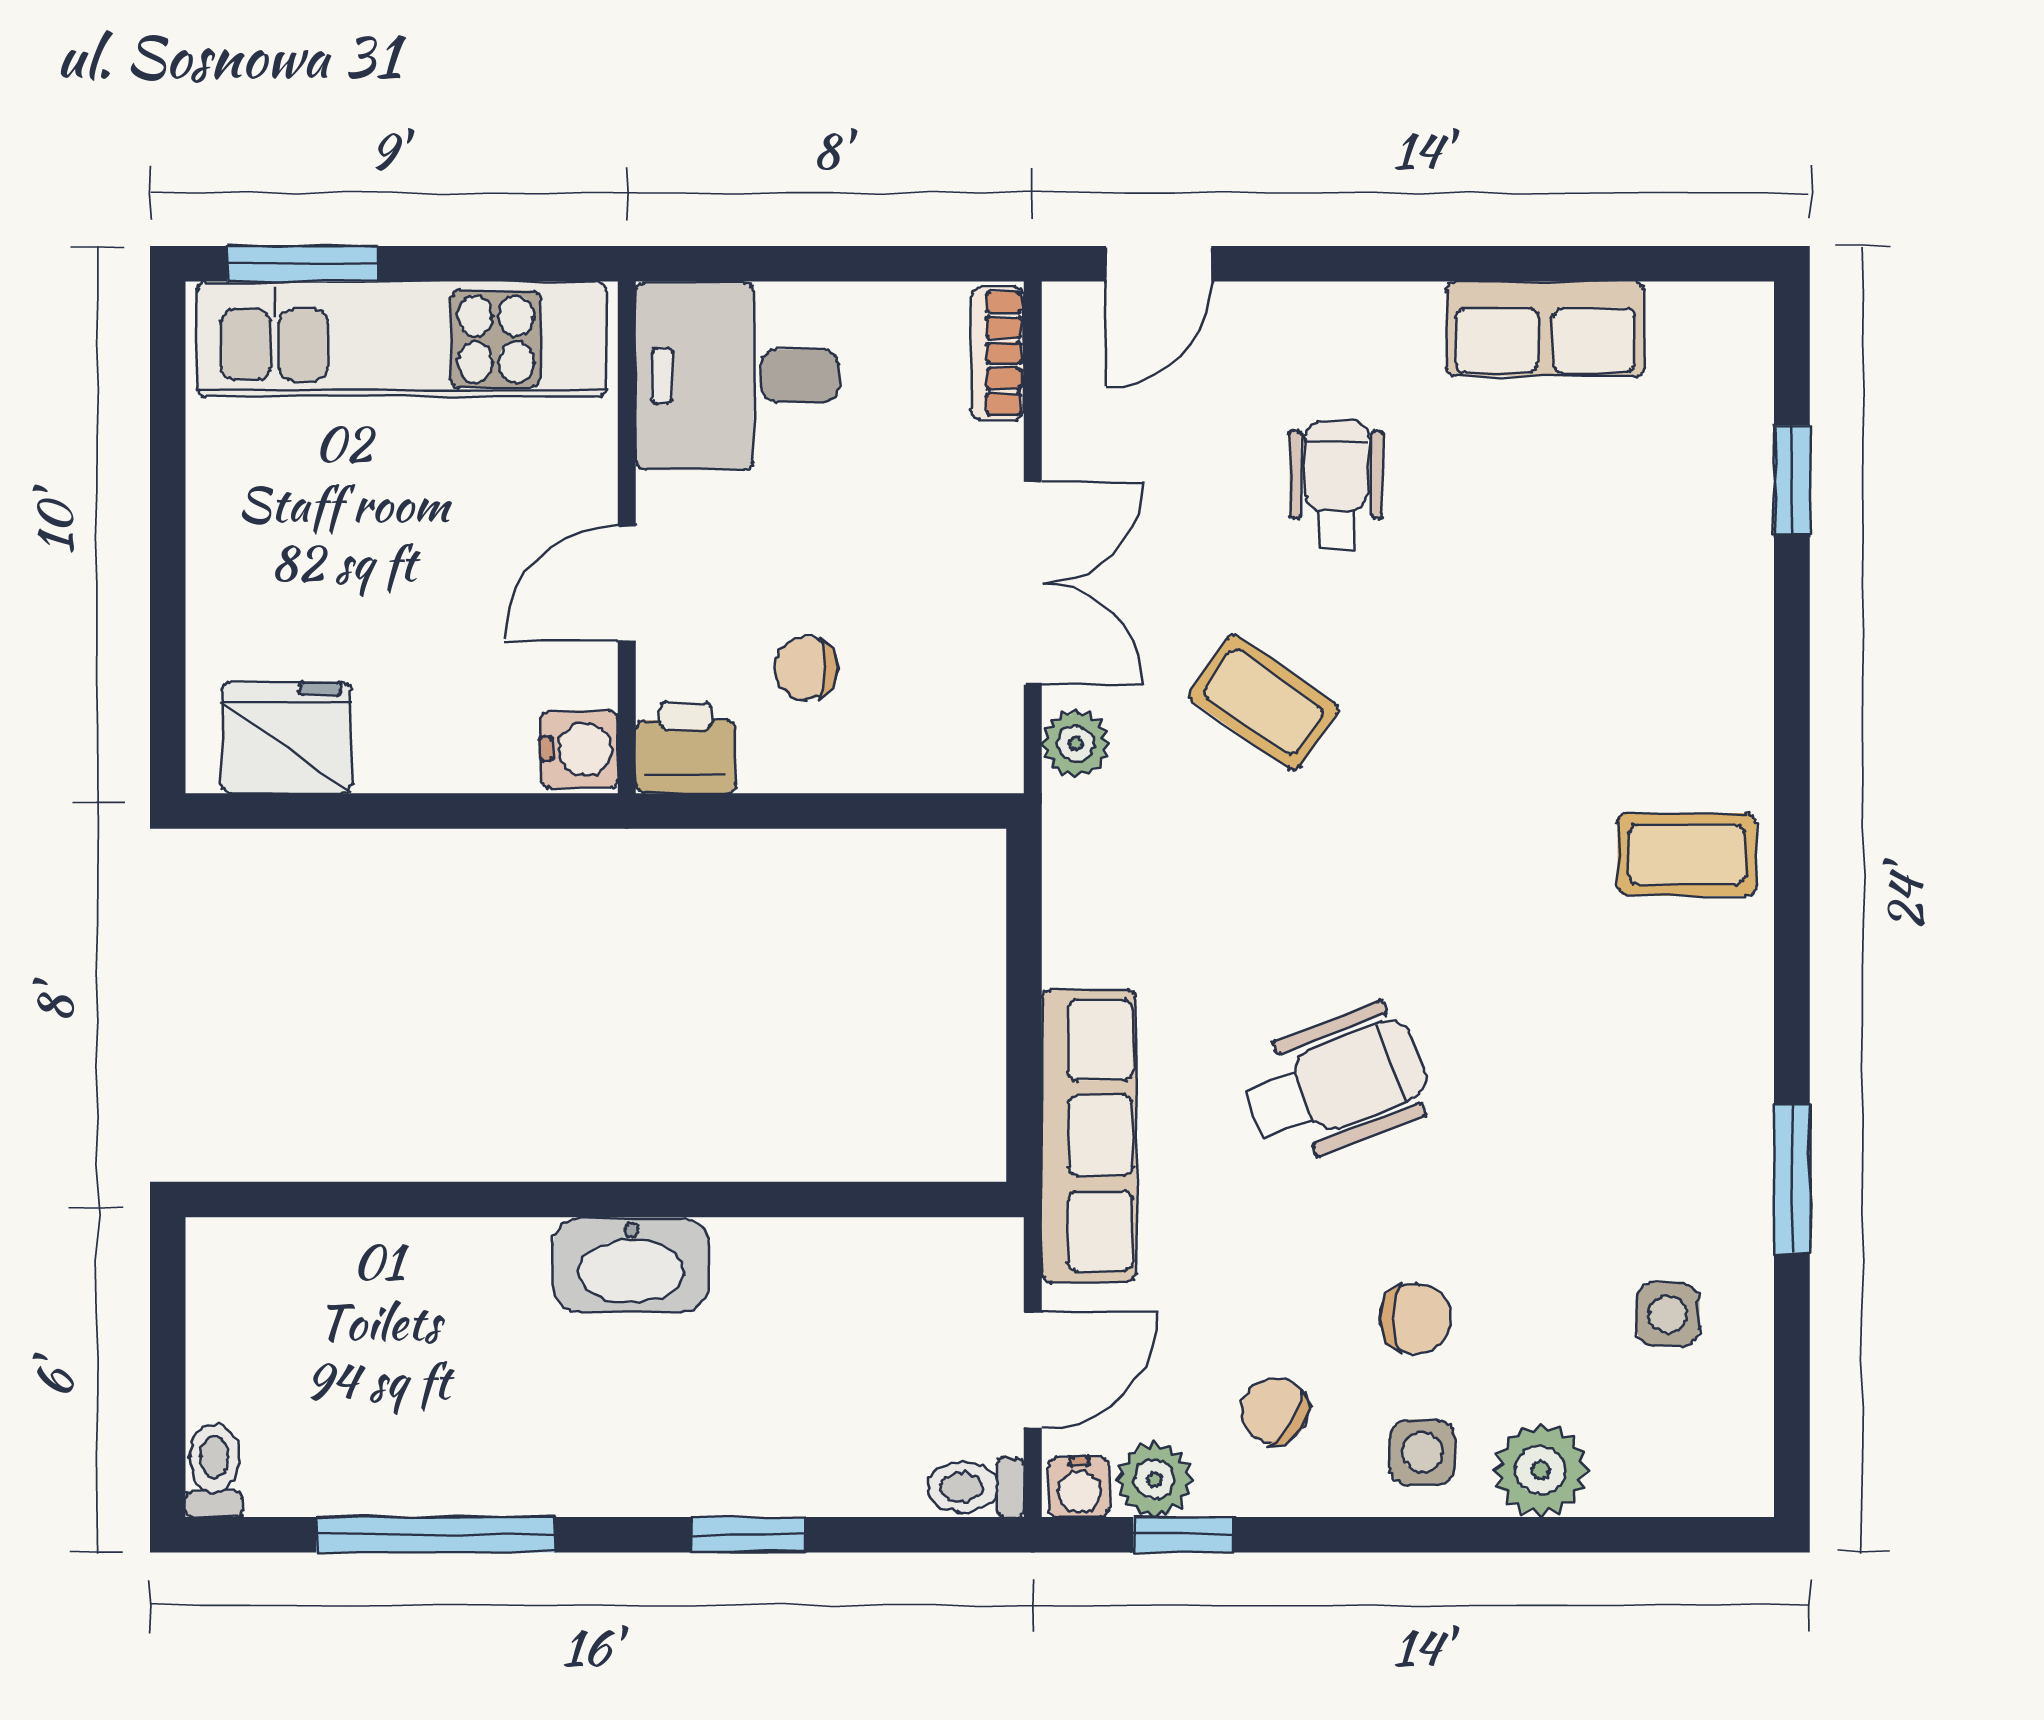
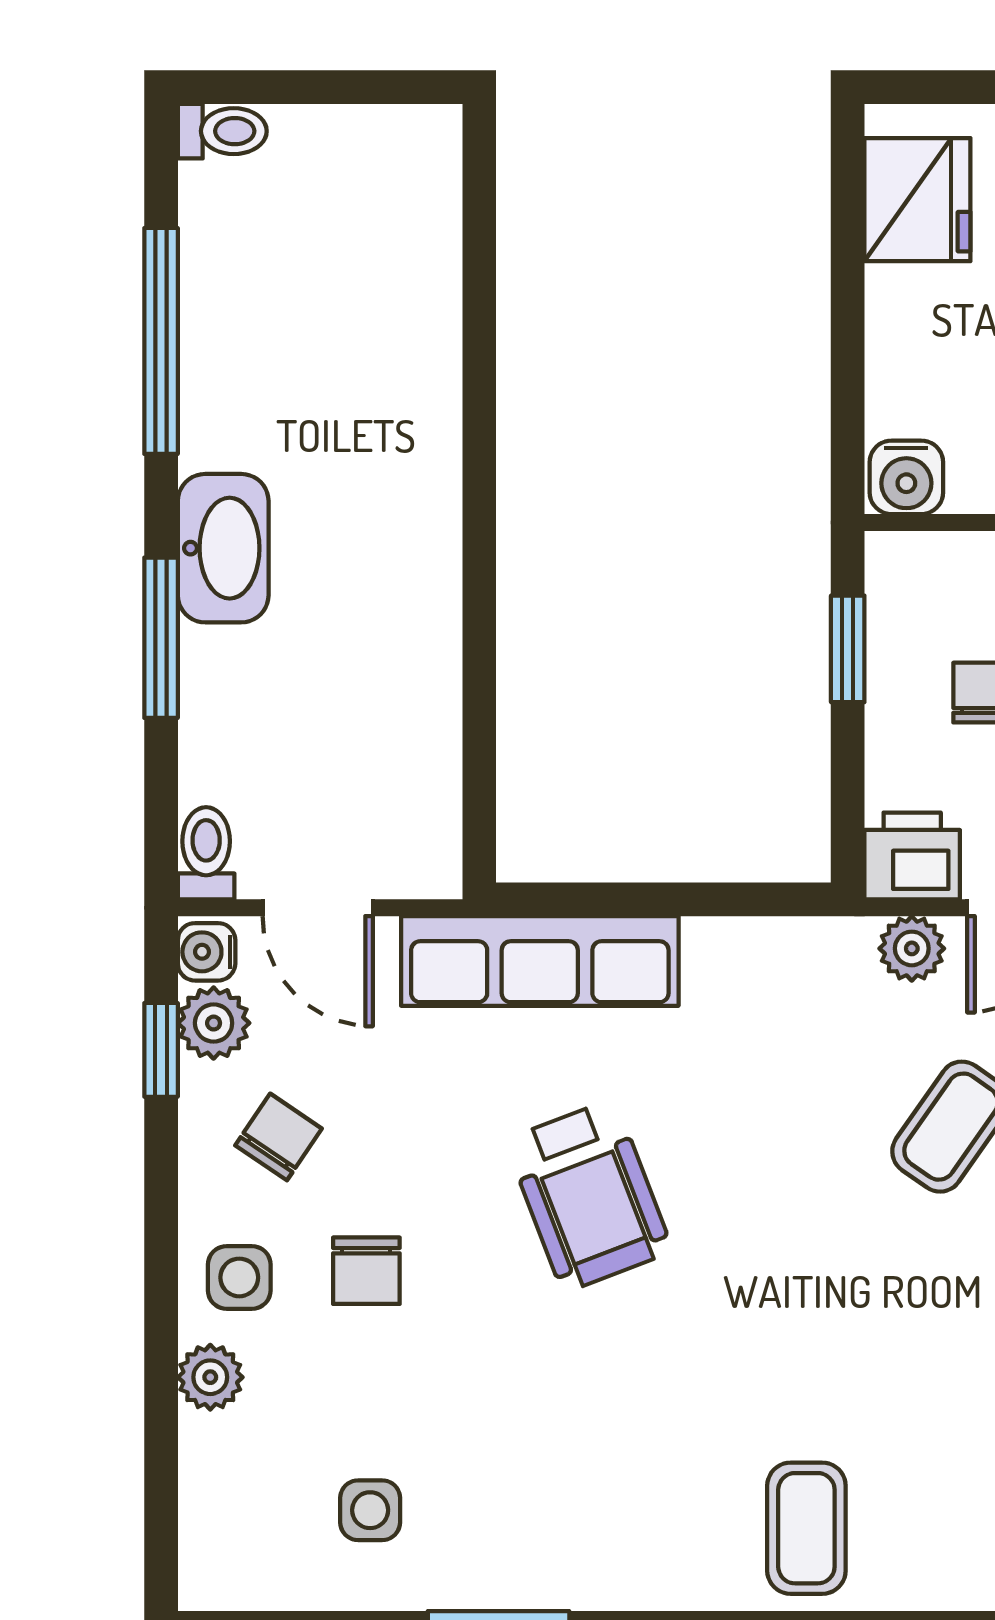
printer: (686, 748) -> (912, 856), moved, turned -90
window: (760, 811) -> (848, 649), added
washbasin: (631, 1265) -> (223, 548), moved, turned 180
plant: (1541, 1470) -> (210, 1377), width x0.73, depth x0.73
window: (748, 1535) -> (161, 638), width x1.50

